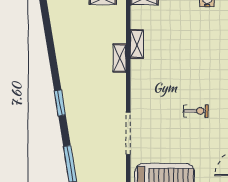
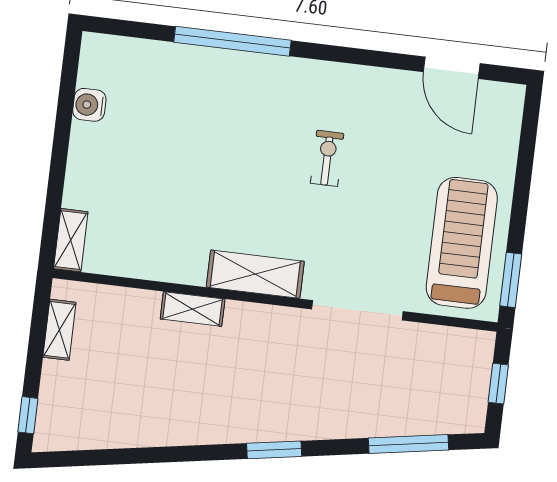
shelving: (137, 44) -> (255, 274), moved, width x1.50, depth x1.33

